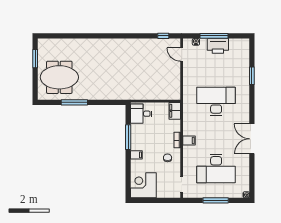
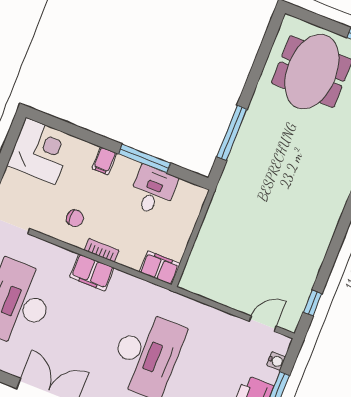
window: (74, 102) -> (232, 133), moved
desk: (141, 114) -> (153, 191), moved
filing cabinet: (189, 141) -> (92, 273), width x2.00

